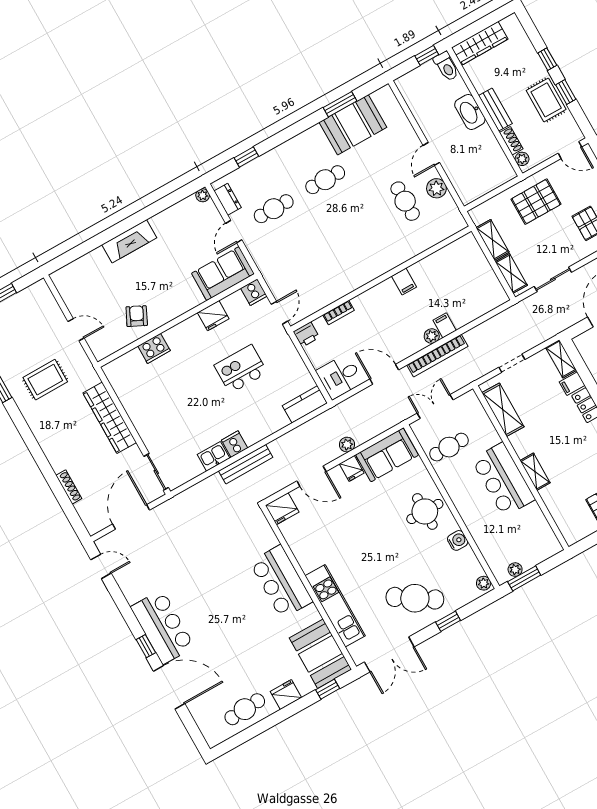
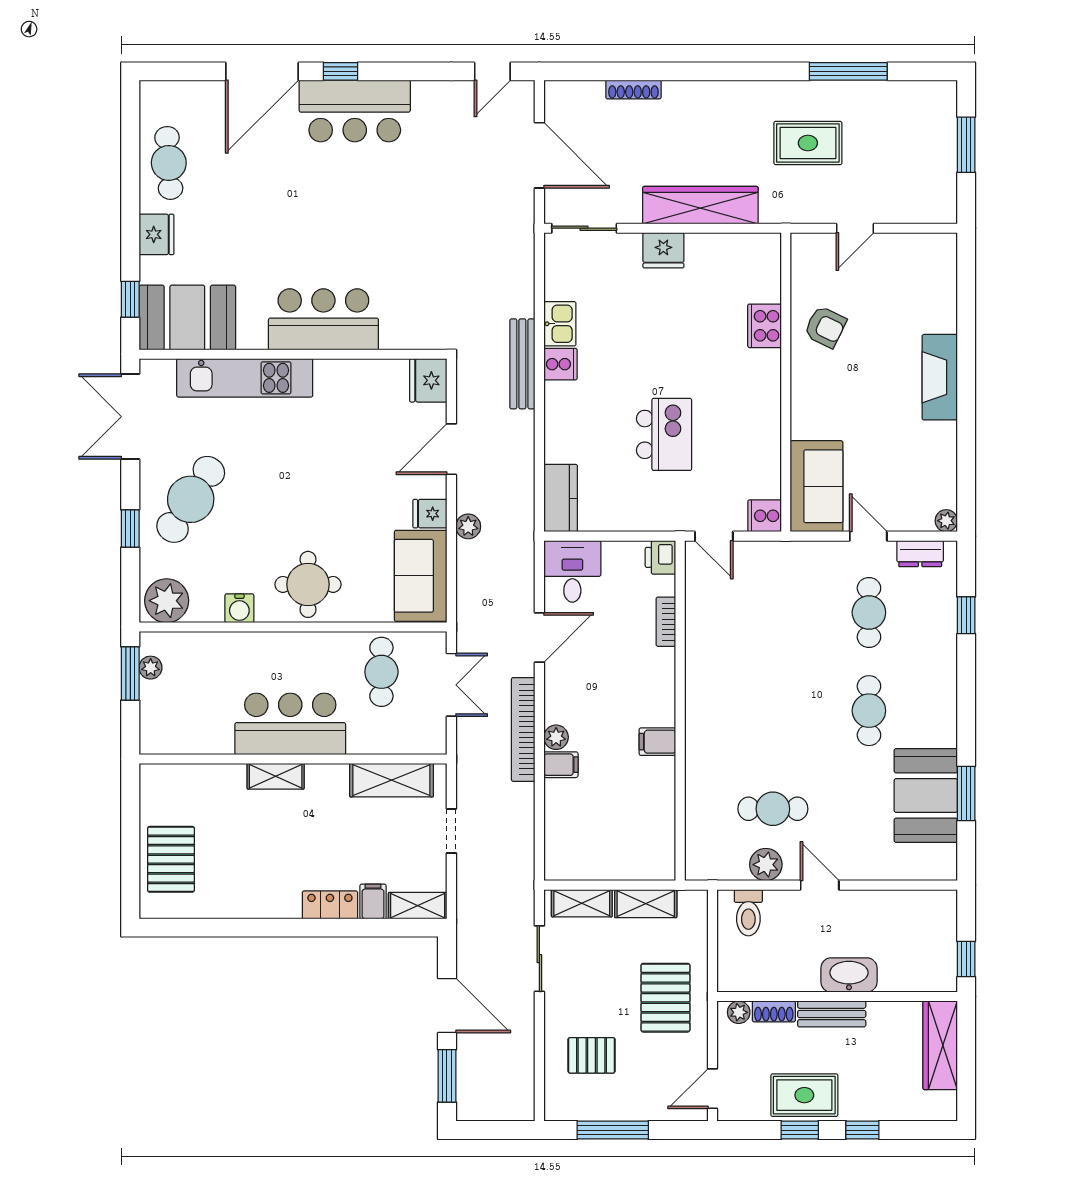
toilet: (446, 66) -> (748, 913), moved, turned -90
fridge: (213, 316) -> (663, 250), moved, turned -90
rug: (45, 380) -> (808, 143), turned 90
plant: (484, 583) -> (167, 601), width x1.87, depth x1.87

